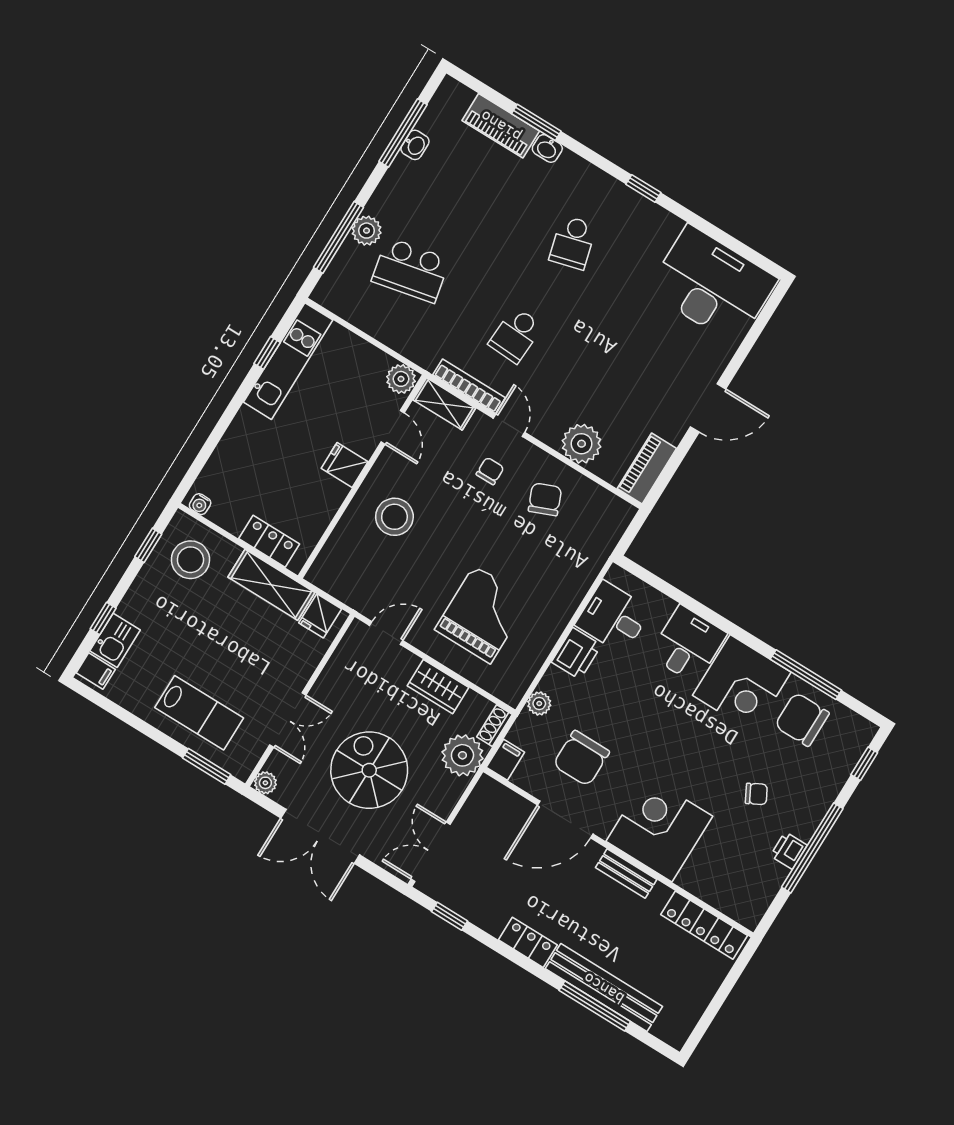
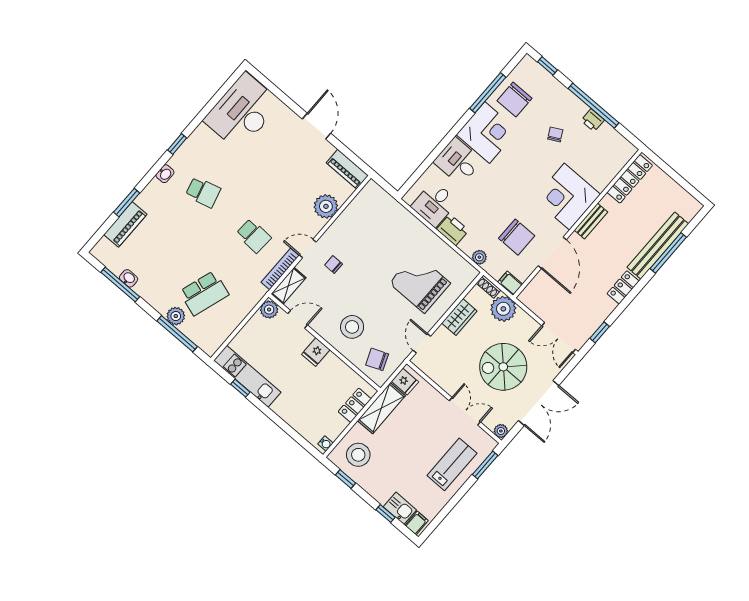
washbasin: (547, 148) -> (165, 174), moved
school desk: (411, 270) -> (204, 293), turned 30
chair: (545, 499) -> (377, 359), moved

